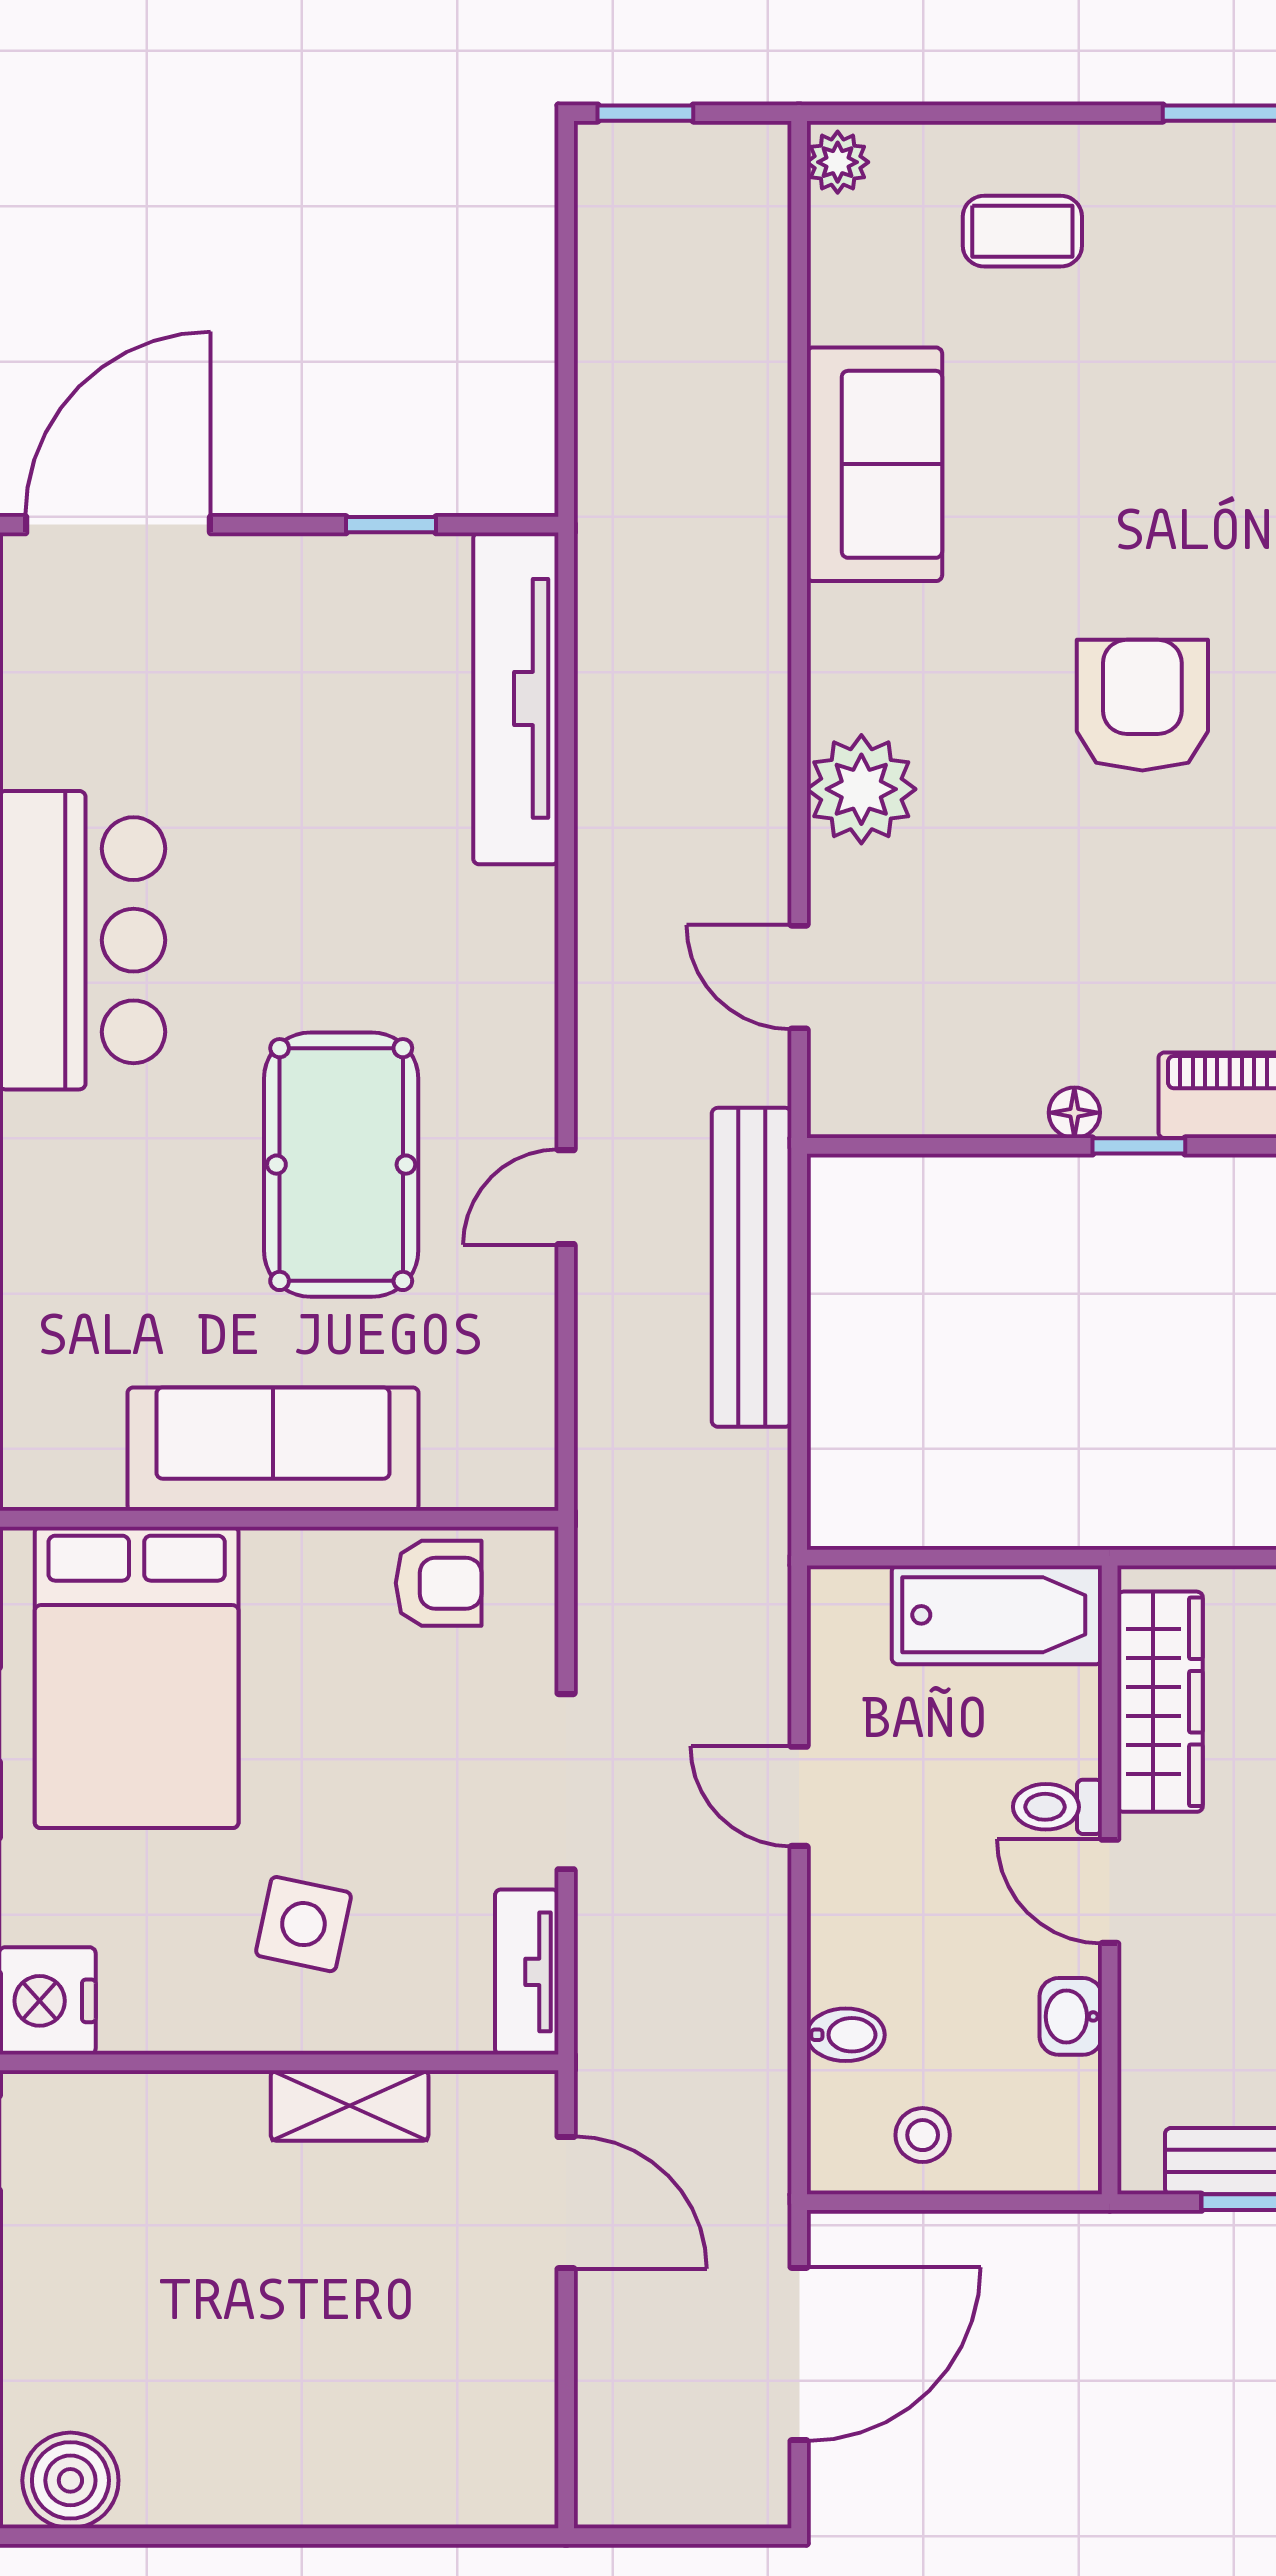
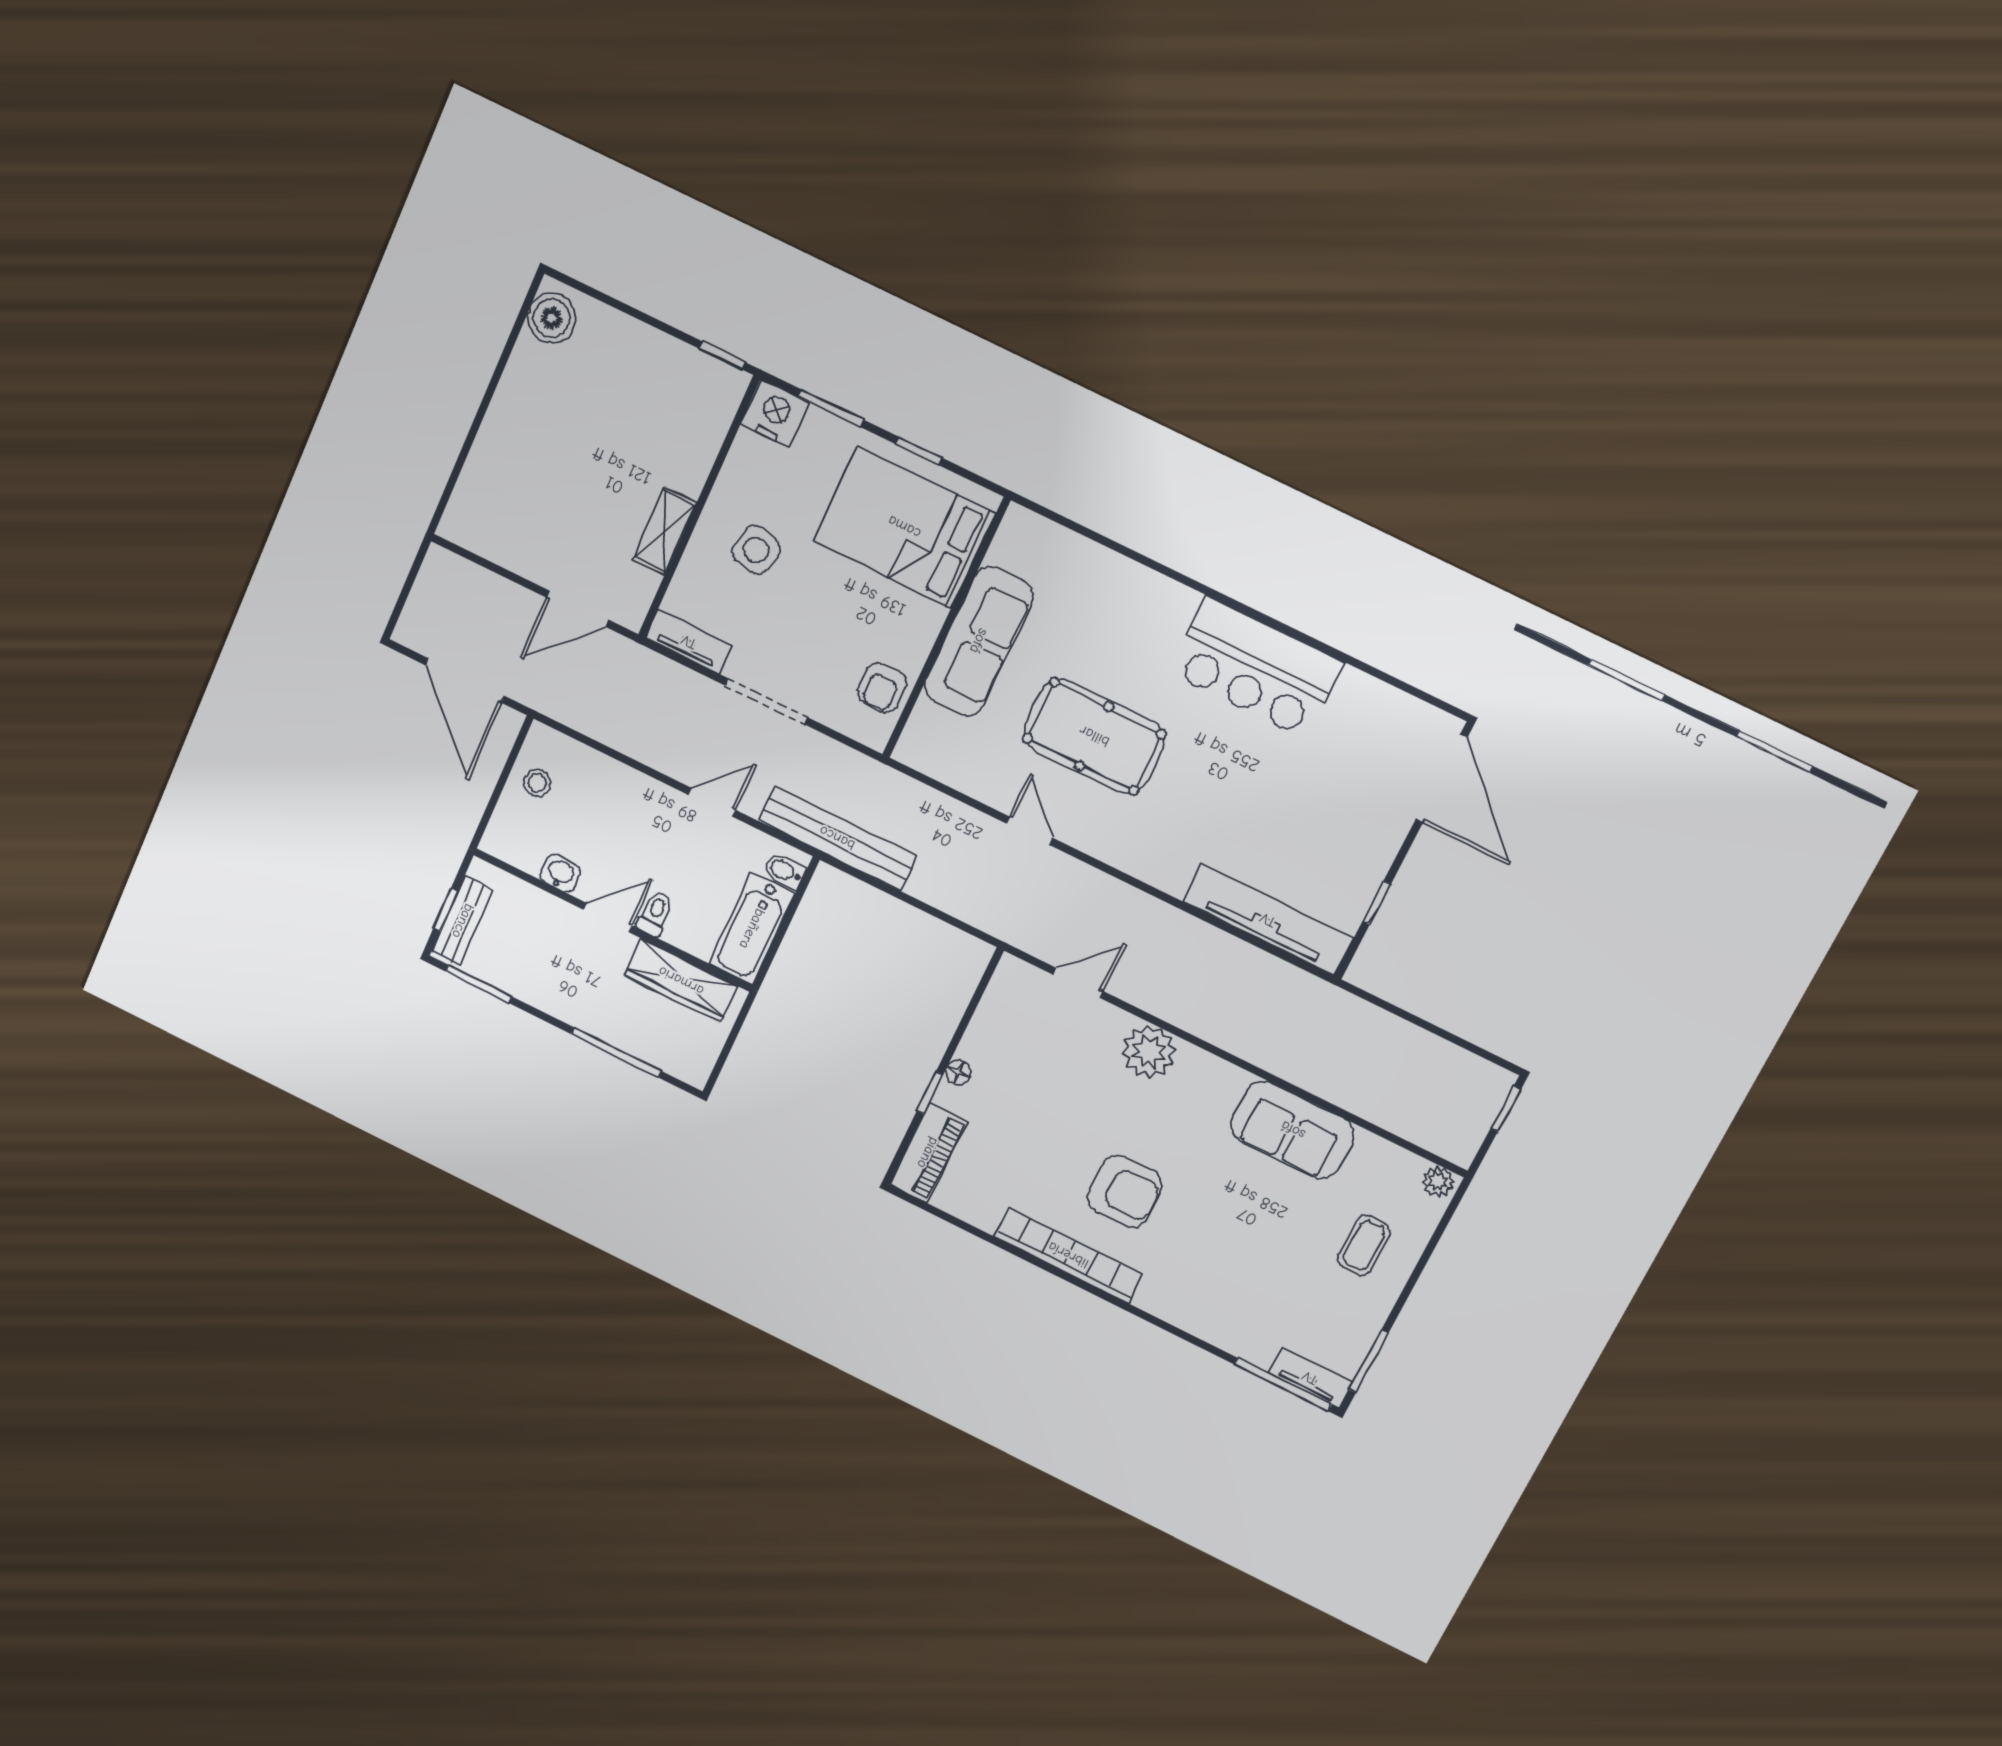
bench: (752, 1267) -> (837, 838), moved
bidet: (846, 2035) -> (785, 871), moved, turned 90

